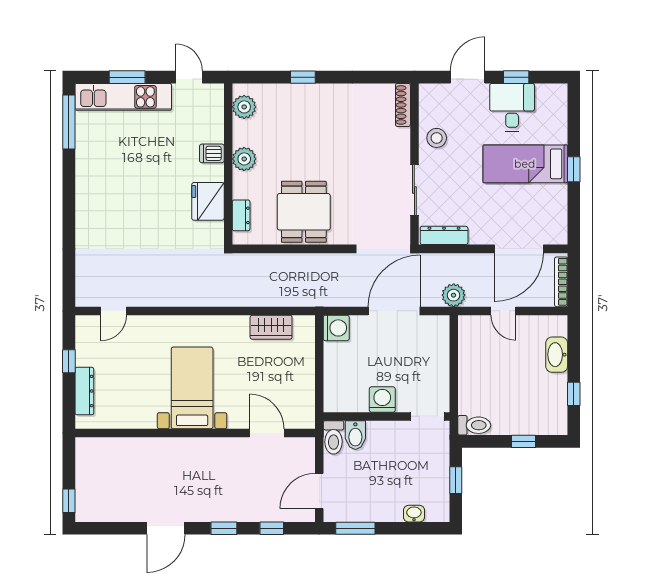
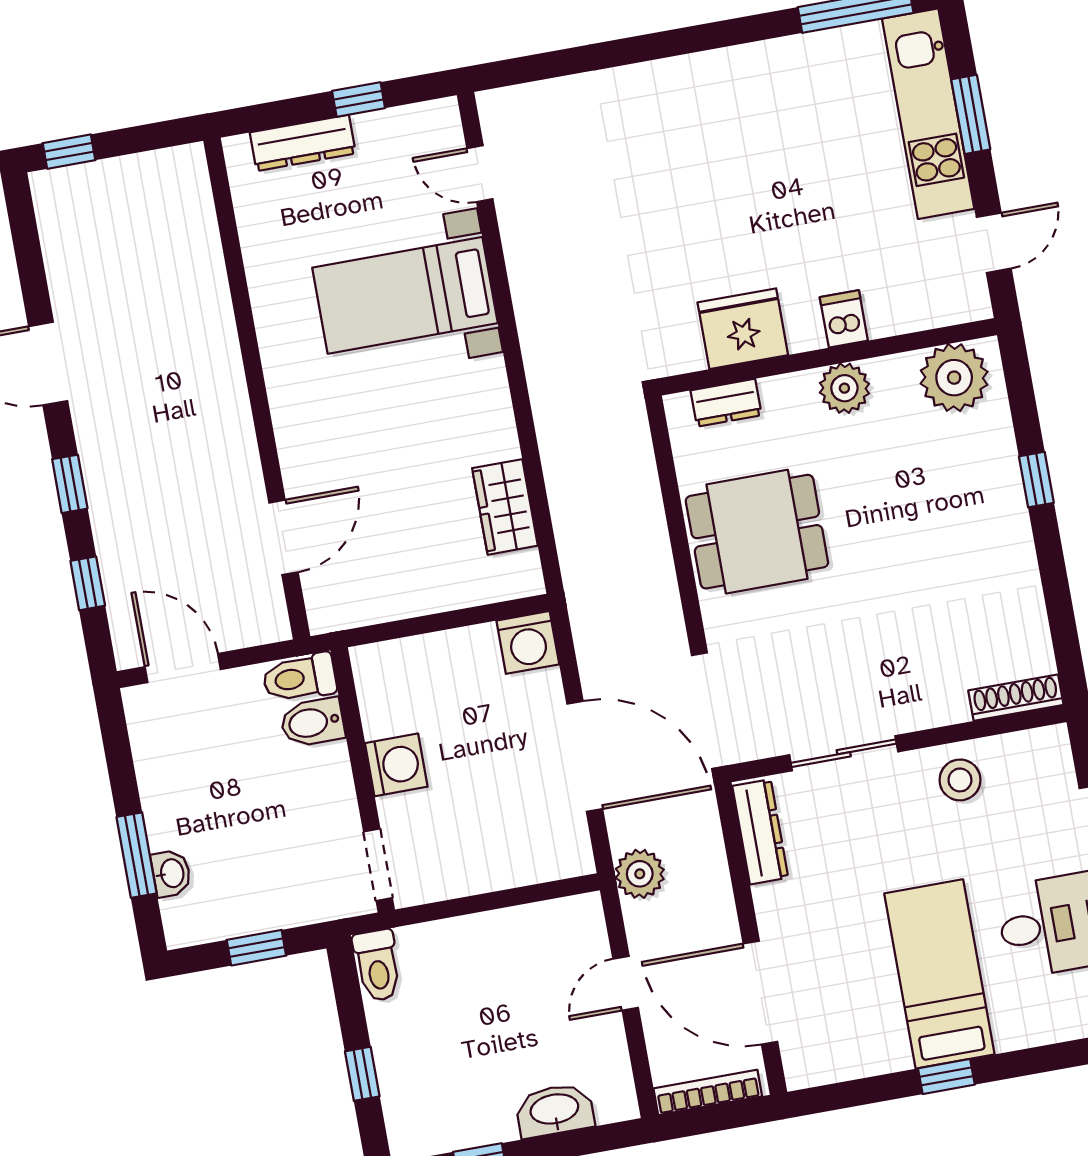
plant: (244, 107) -> (954, 378), width x1.36, depth x1.36
bed with nightstands: (192, 388) -> (405, 295), moved, turned 180
window: (355, 528) -> (137, 855), moved

